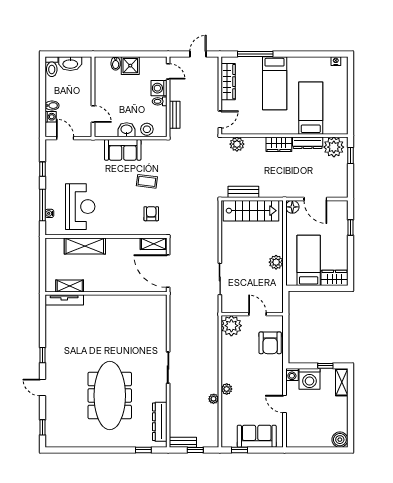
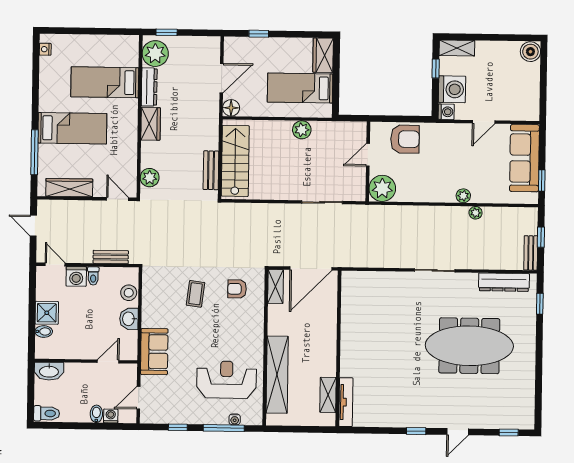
washbasin: (70, 64) -> (49, 371), moved, turned 90
door: (168, 71) -> (55, 264), hinge flipped
sofa: (123, 150) -> (154, 352), moved
shelving: (85, 246) -> (277, 375), width x1.47
sofa: (257, 436) -> (524, 158), width x1.36

